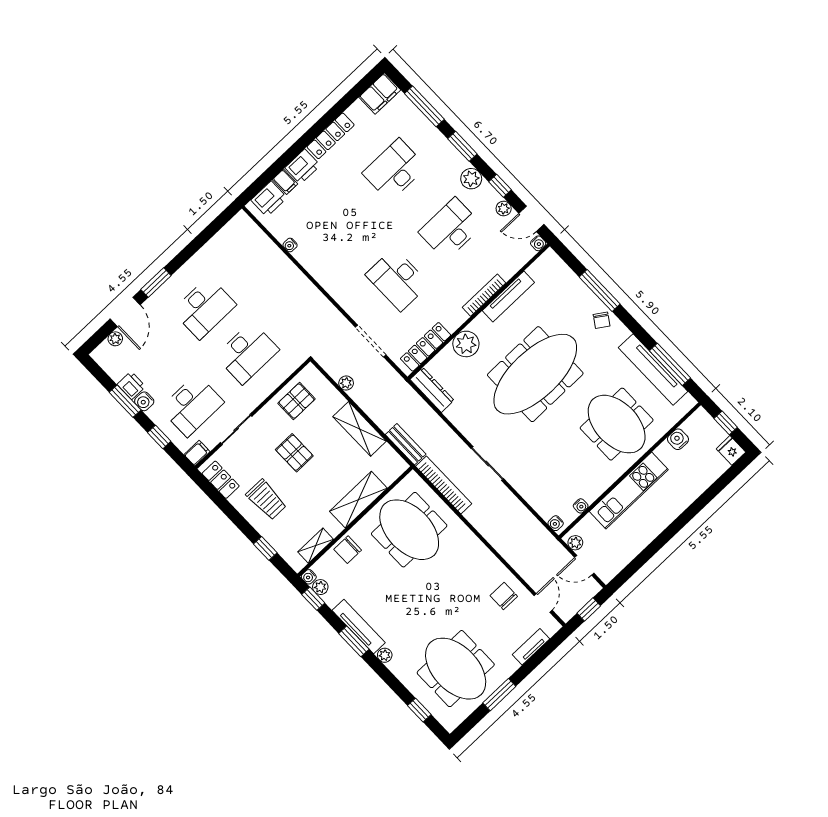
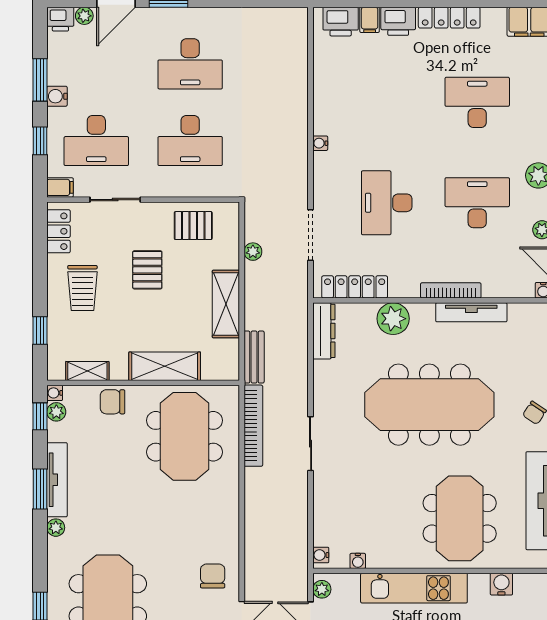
water cooler: (290, 245) -> (320, 143), moved
printer: (131, 385) -> (60, 19), moved, turned 90

